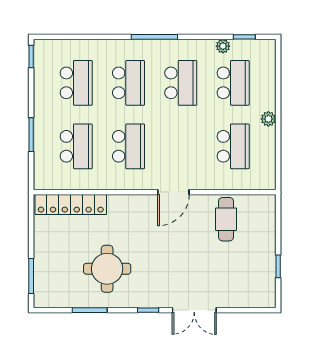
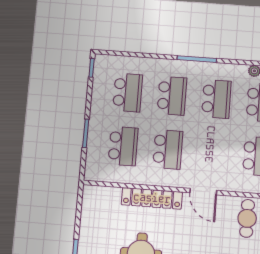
door: (173, 192) -> (203, 192), hinge flipped
locker: (71, 205) -> (152, 198), moved

